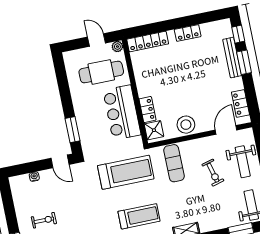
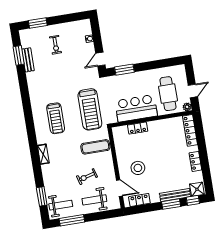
stool: (186, 125) -> (138, 168), moved
shower: (154, 130) -> (197, 189), moved

